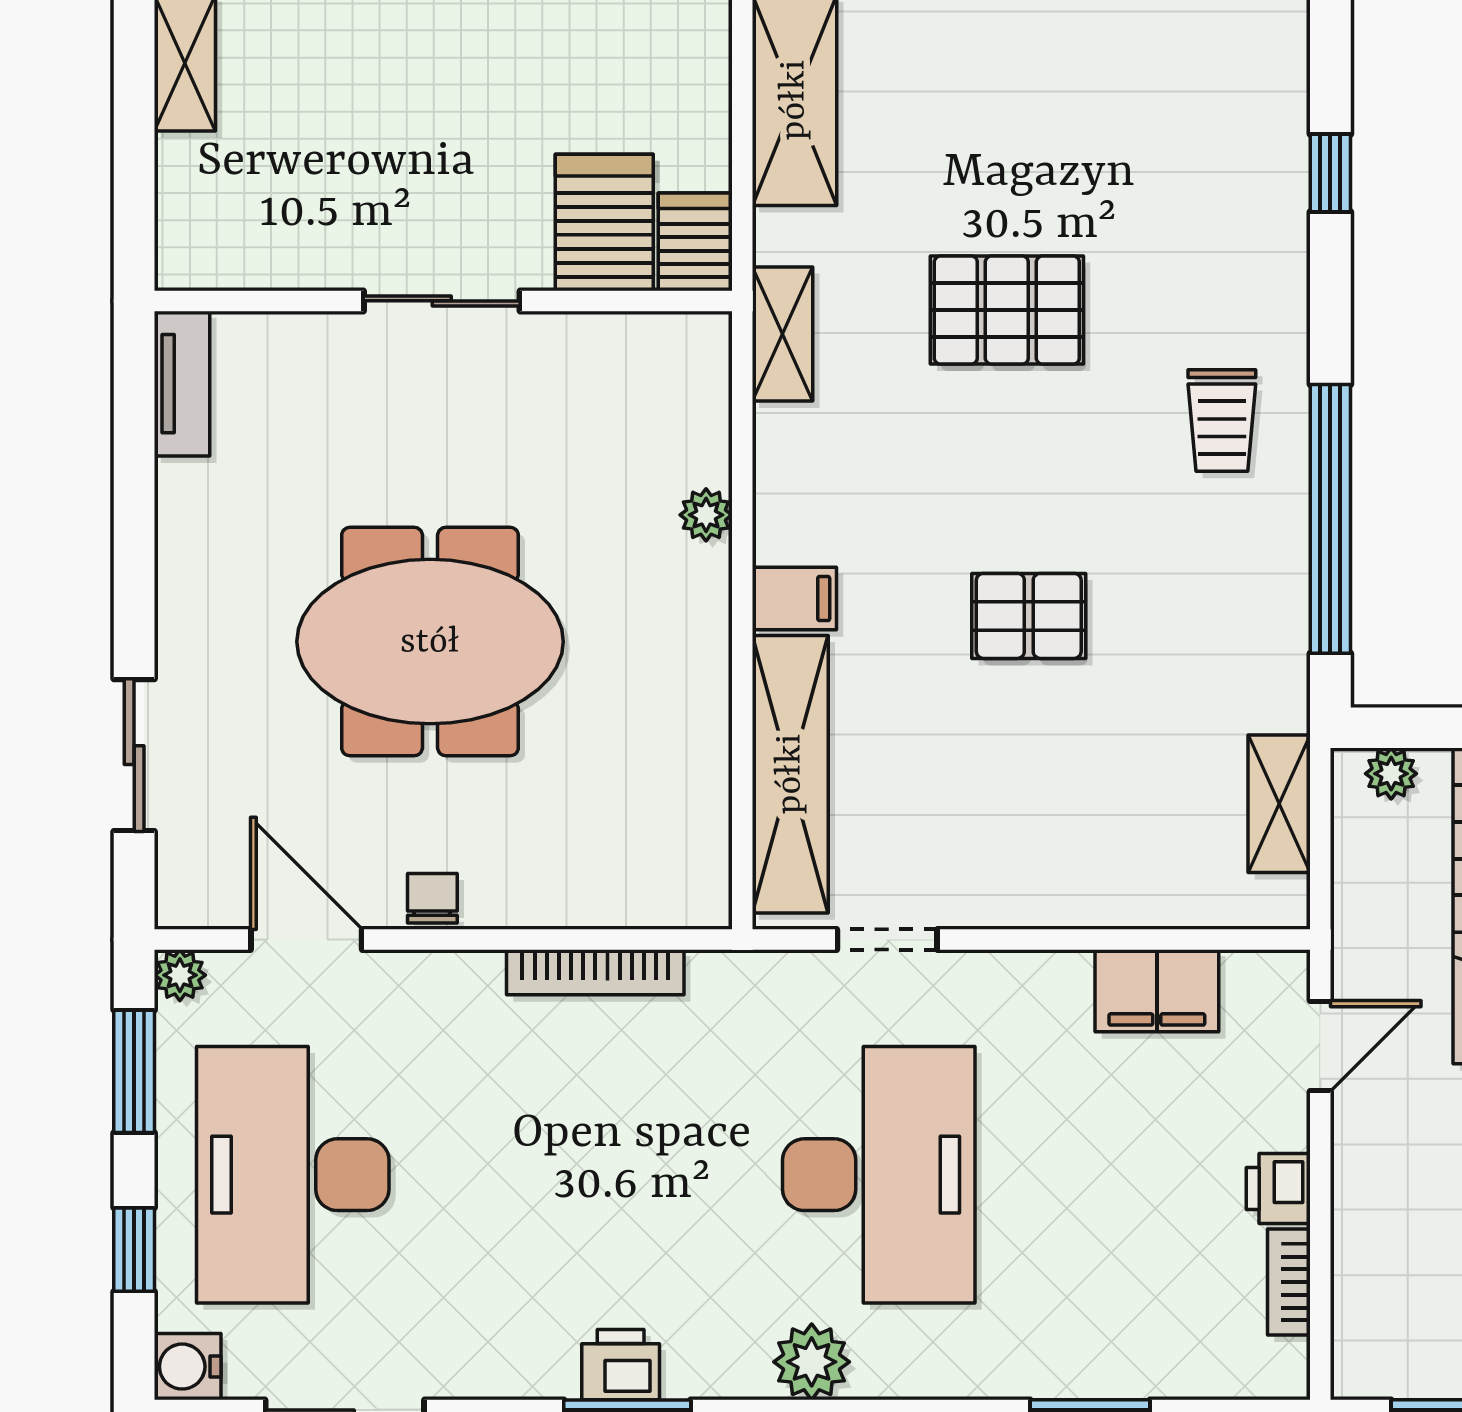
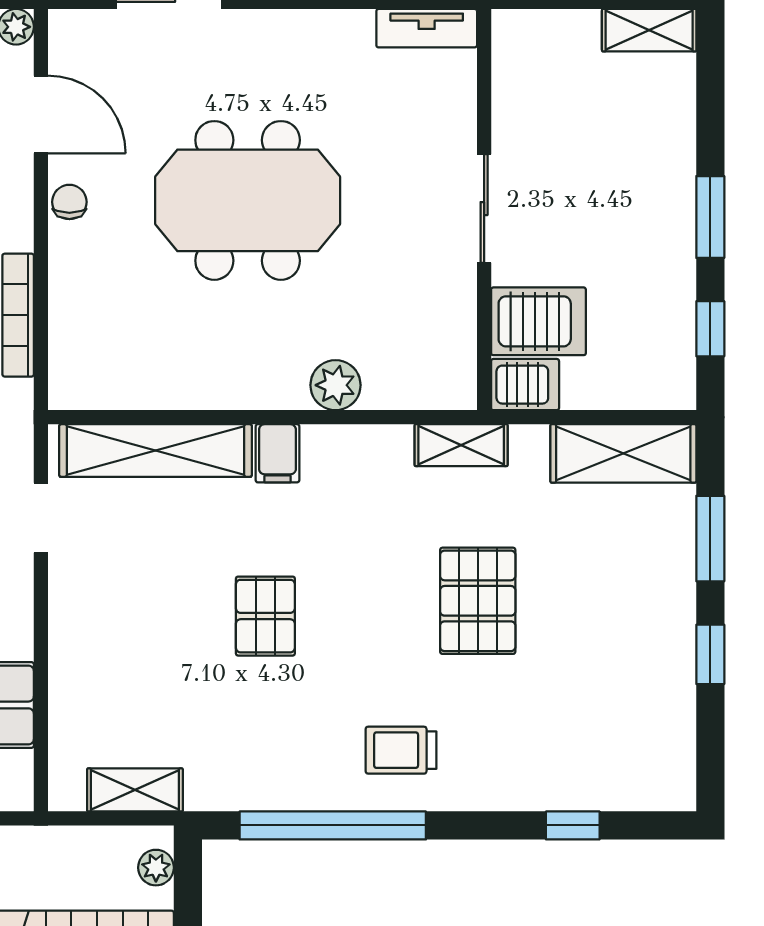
plant: (706, 515) -> (335, 385), width x1.38, depth x1.38
meeting table: (430, 642) -> (248, 200), turned 90
chair: (432, 898) -> (69, 202), turned -90
door: (306, 939) -> (41, 115), hinge flipped

